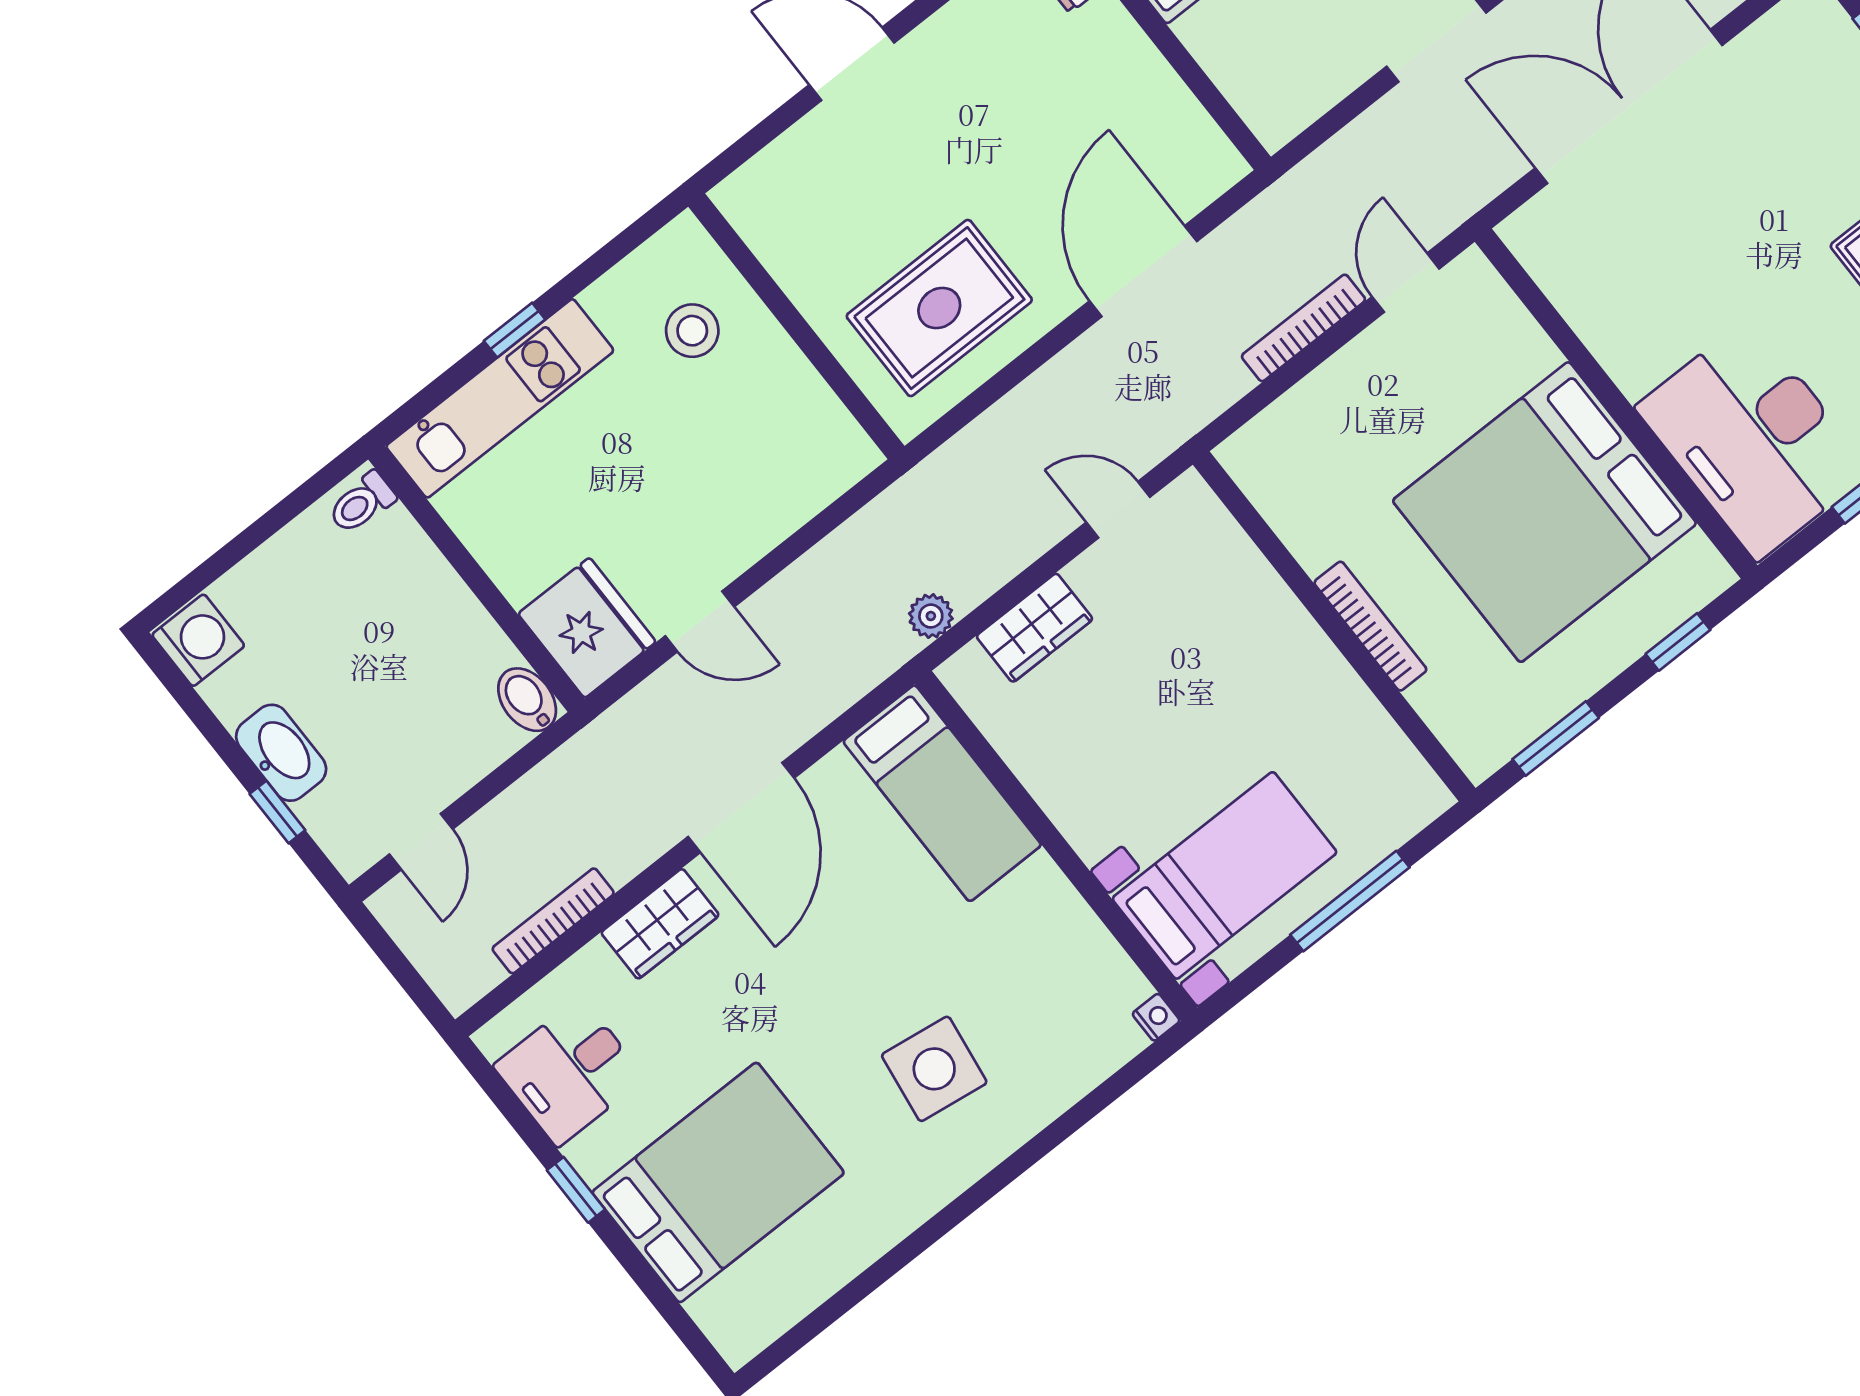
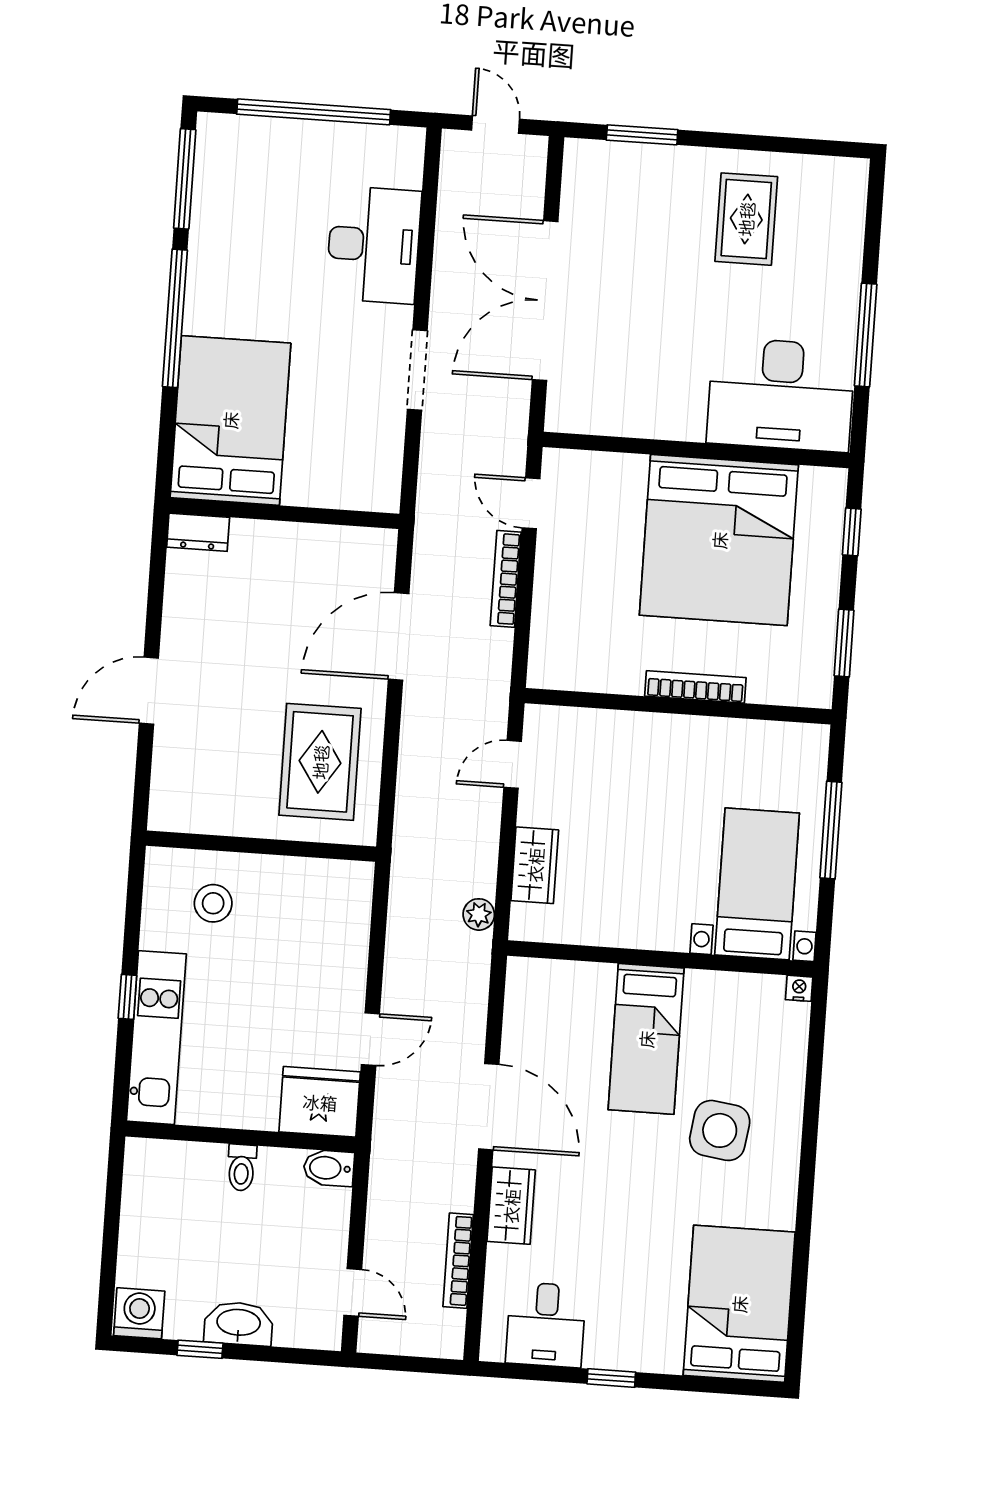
door: (1143, 271) -> (399, 636), hinge flipped
toilet: (362, 503) -> (242, 1168), moved
bed: (942, 793) -> (646, 1039), moved, turned 90
window: (277, 812) -> (200, 1349), moved
bed: (718, 1182) -> (739, 1304), moved

